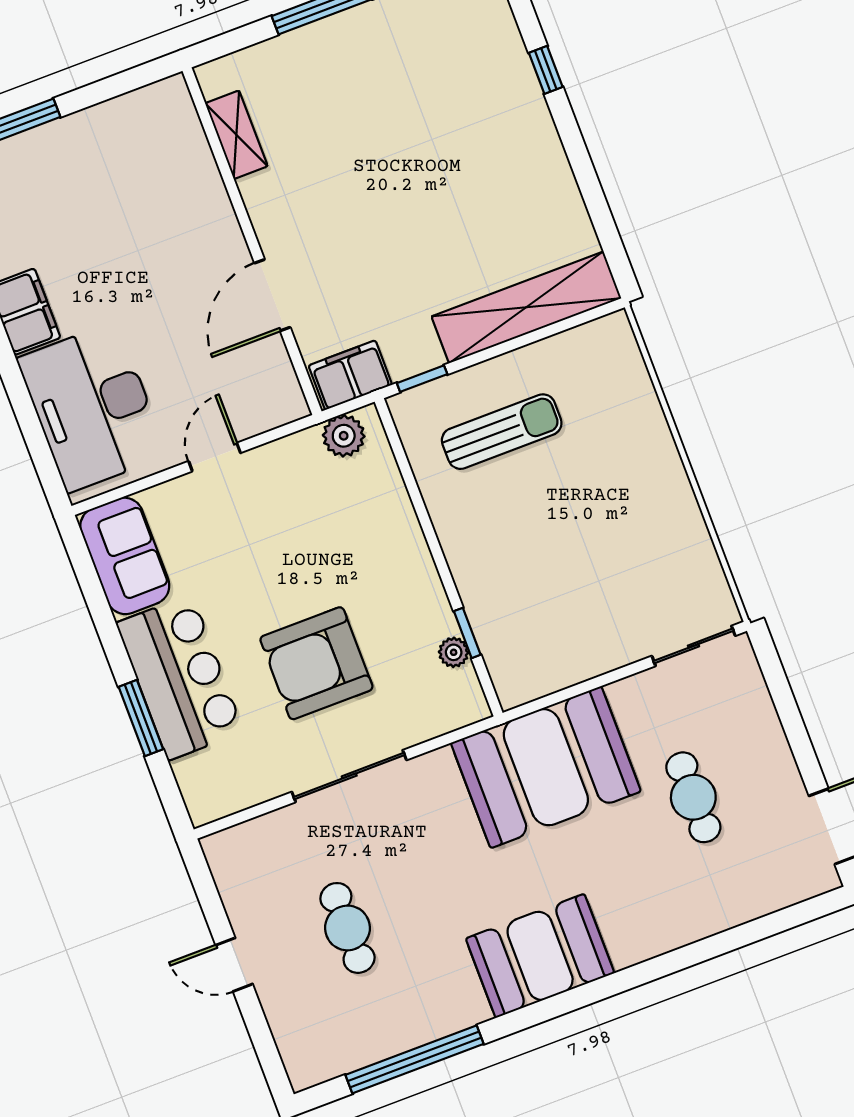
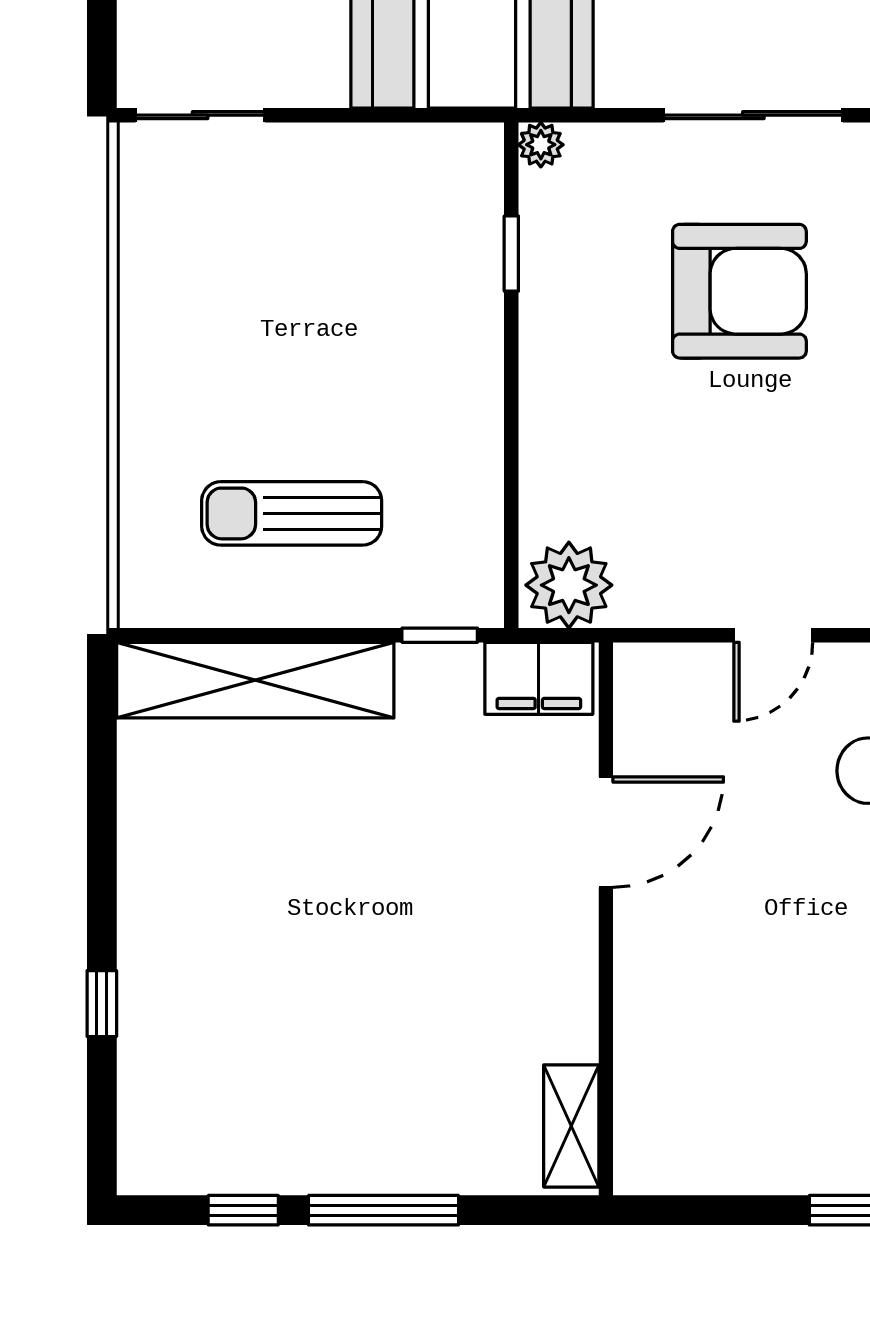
shelving: (236, 135) -> (571, 1126), moved
sun lounger: (502, 432) -> (292, 513), moved
plant: (344, 436) -> (569, 585), width x1.36, depth x1.36
plant: (454, 652) -> (541, 145), moved

